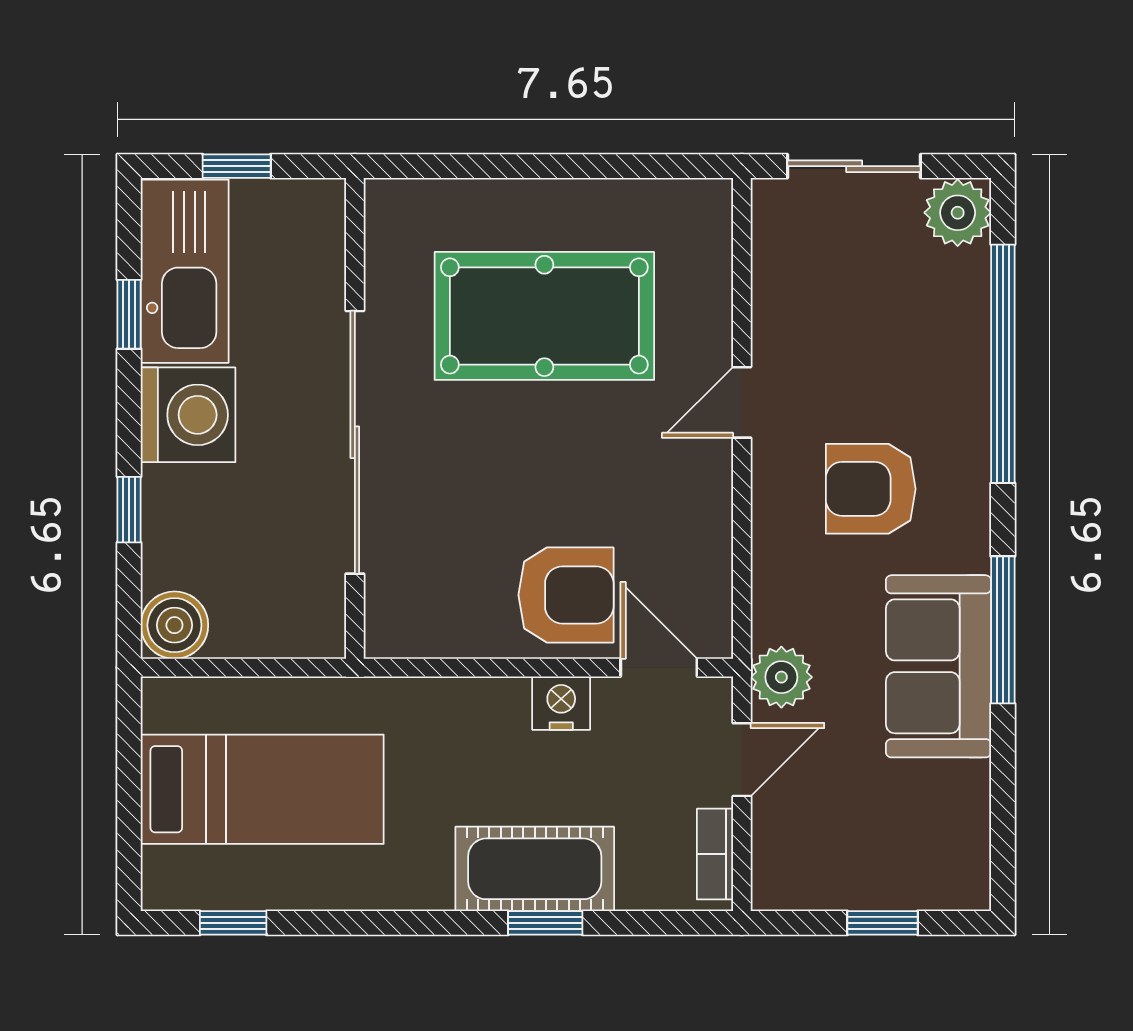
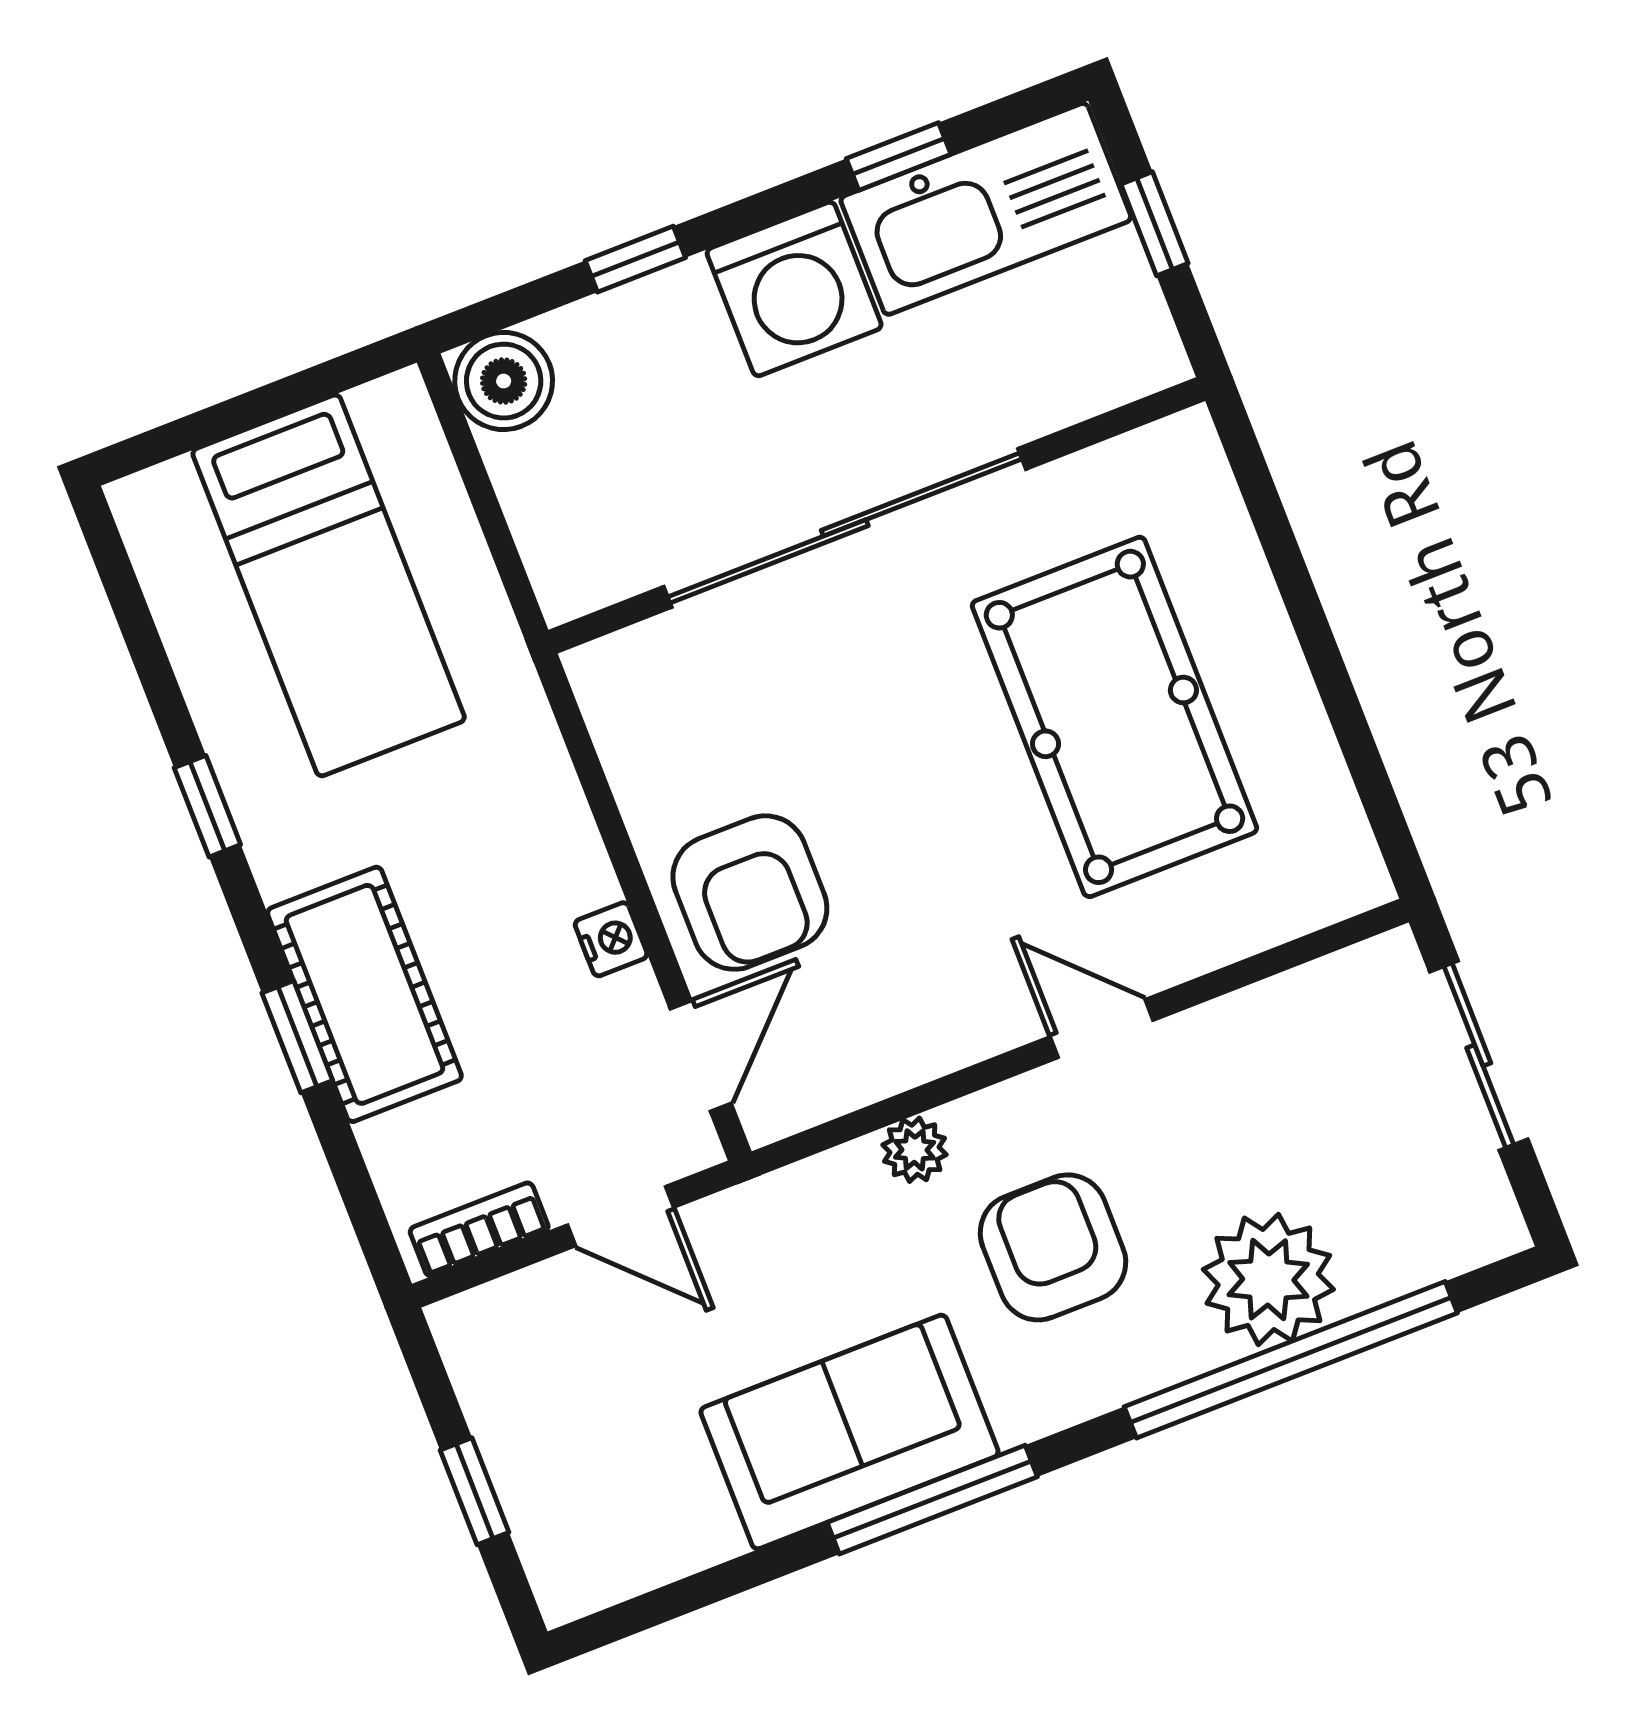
plant: (958, 213) -> (1268, 1279), moved, width x1.36, depth x1.36
plant: (781, 677) -> (915, 1150), moved, width x0.73, depth x0.73
nightstand: (561, 703) -> (611, 939), width x0.72, depth x0.74
window: (233, 923) -> (207, 806), moved

